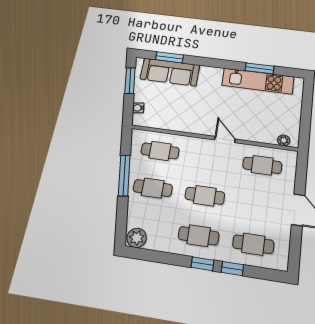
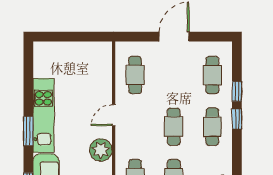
window: (260, 68) -> (28, 131), moved
kitchen unit: (258, 81) -> (43, 115), moved
plant: (284, 140) -> (101, 150), moved, width x1.88, depth x1.88

